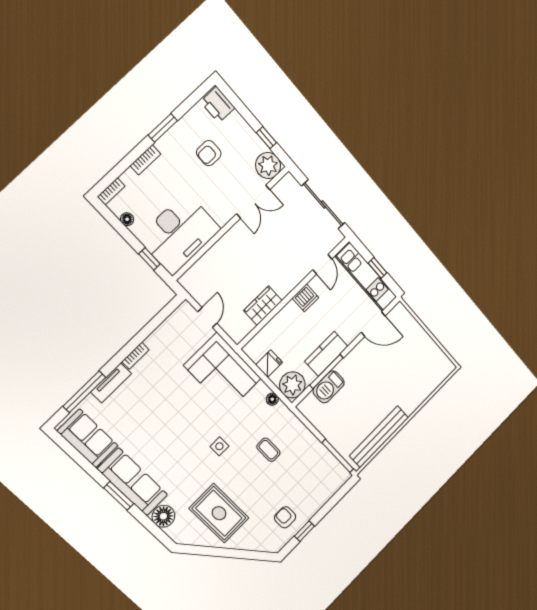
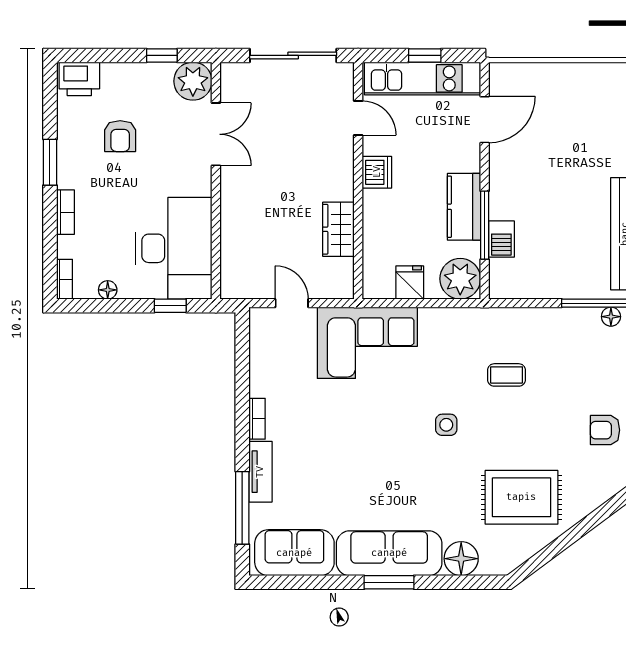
barbecue: (329, 387) -> (501, 239), width x0.73, depth x0.79
floor lamp: (272, 399) -> (611, 317), moved

